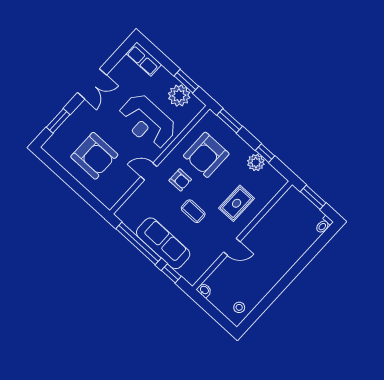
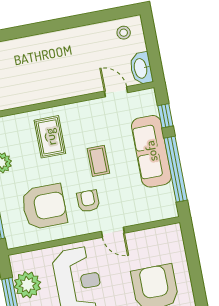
rug: (237, 203) -> (50, 137), turned 90
door: (232, 247) -> (116, 92), moved
washbasin: (204, 290) -> (141, 68), width x1.91, depth x1.45

